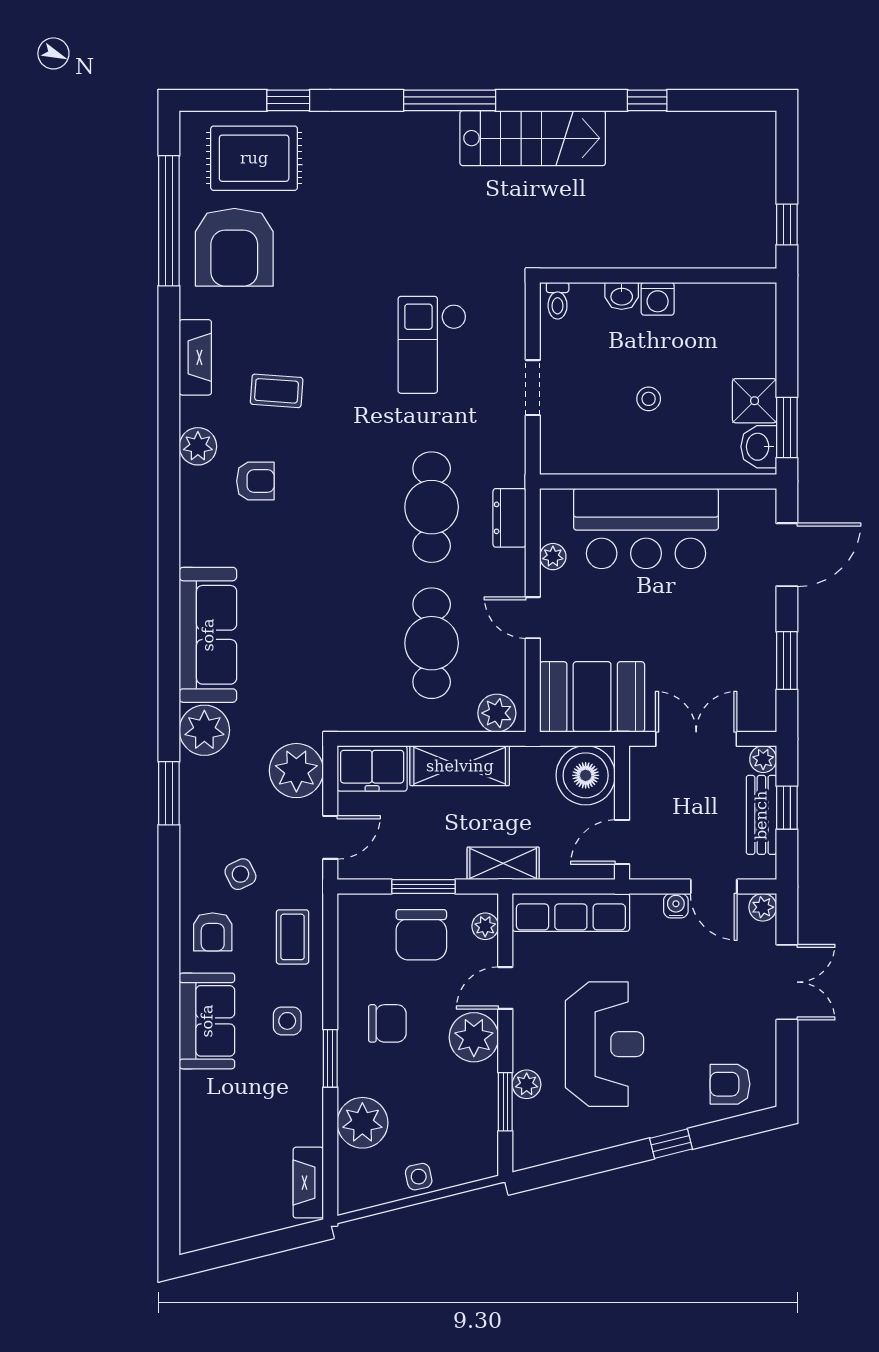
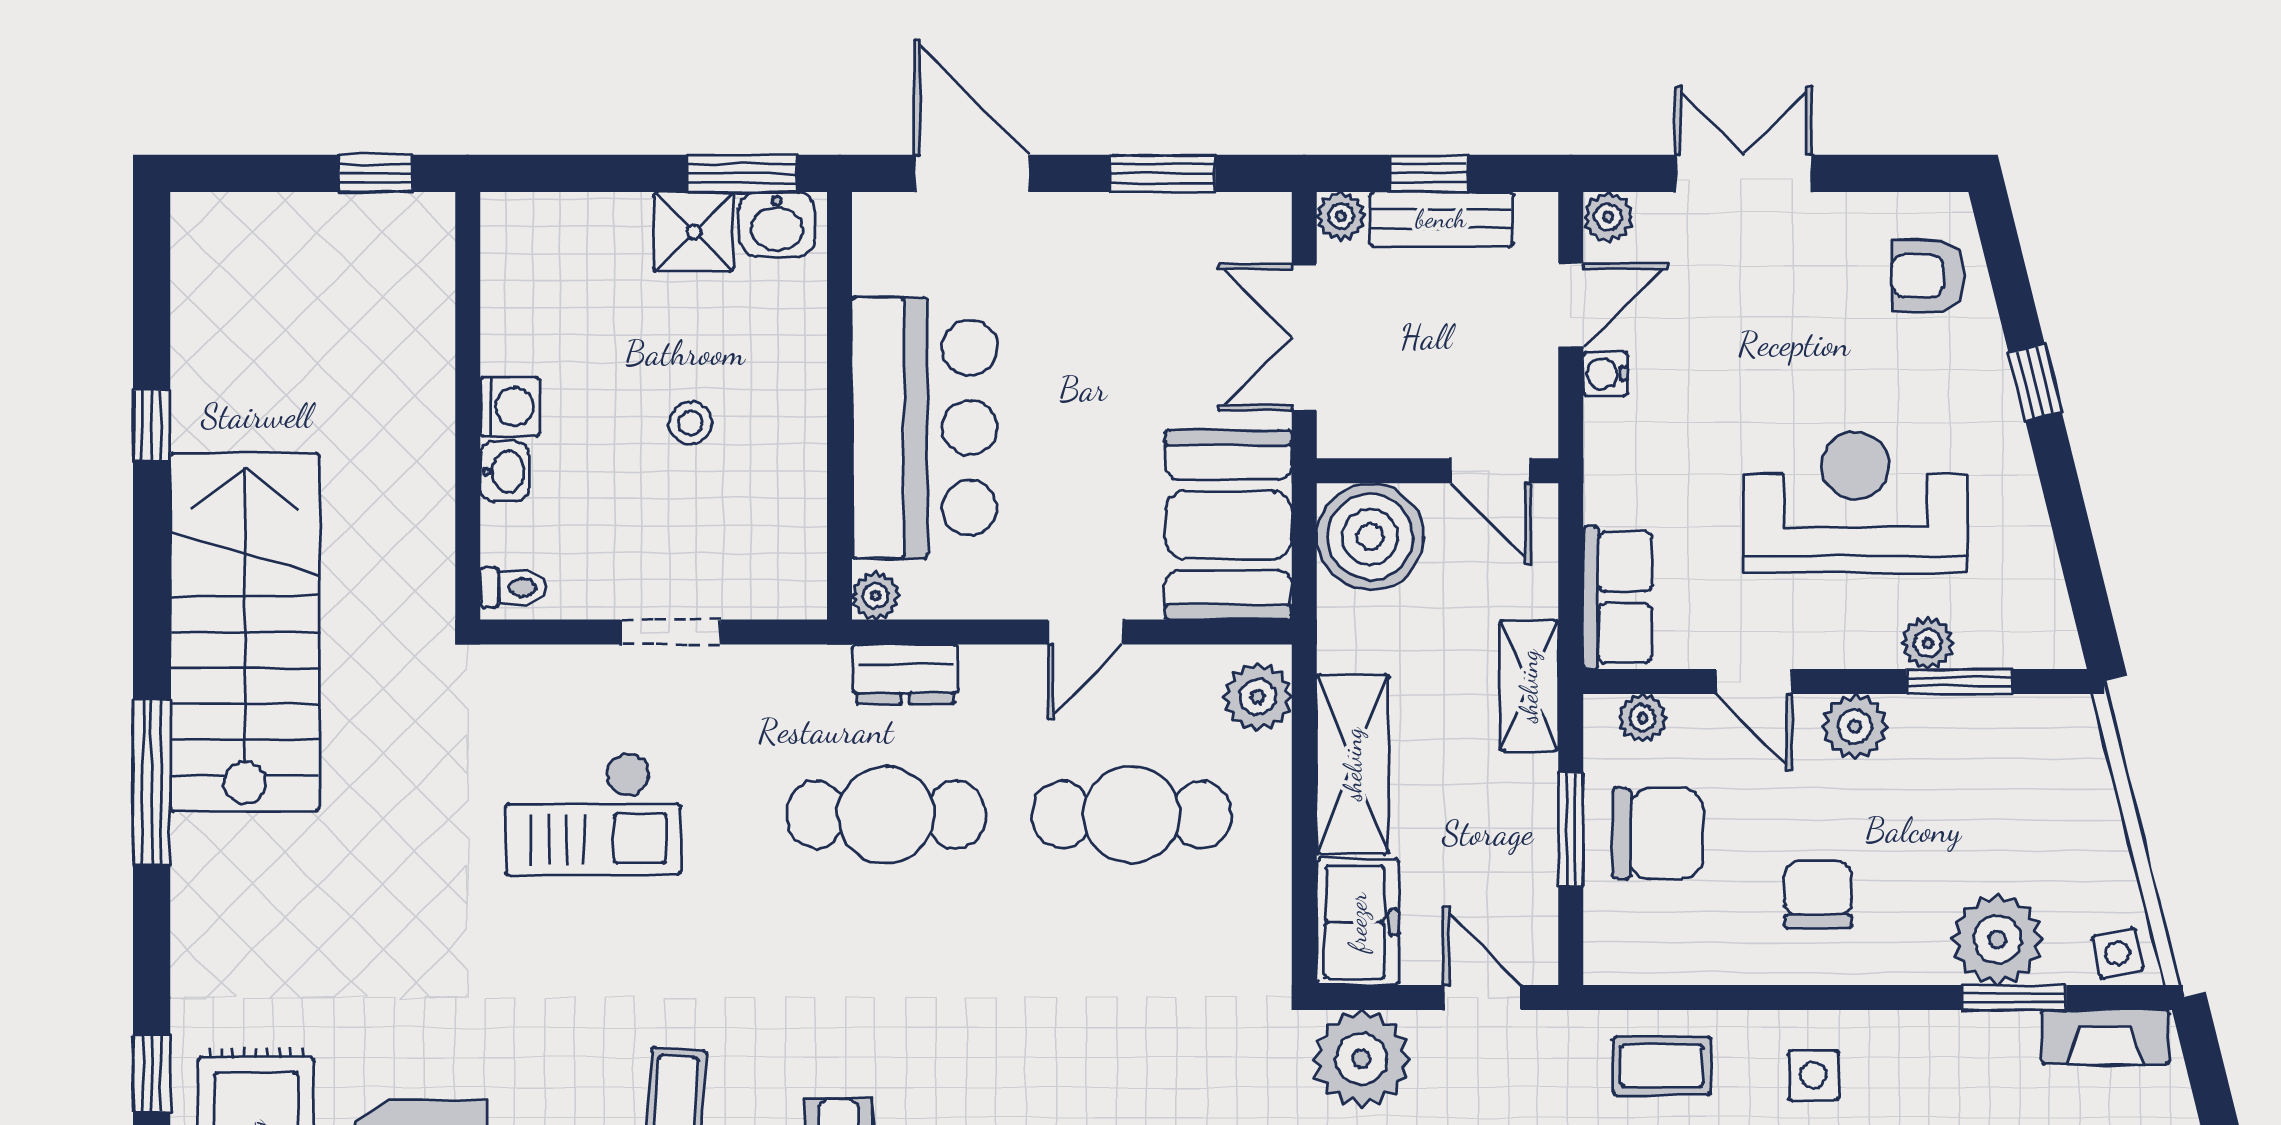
stairs: (533, 138) -> (245, 632), width x1.36, depth x1.51
plant: (553, 557) -> (876, 596), moved
row of seats: (571, 912) -> (1617, 597), width x0.68
plant: (474, 1037) -> (1855, 727), width x0.73, depth x0.73
window: (330, 1058) -> (2014, 998), moved
armchair: (730, 1084) -> (1928, 276), turned 90
side table: (419, 1177) -> (2118, 953), moved

